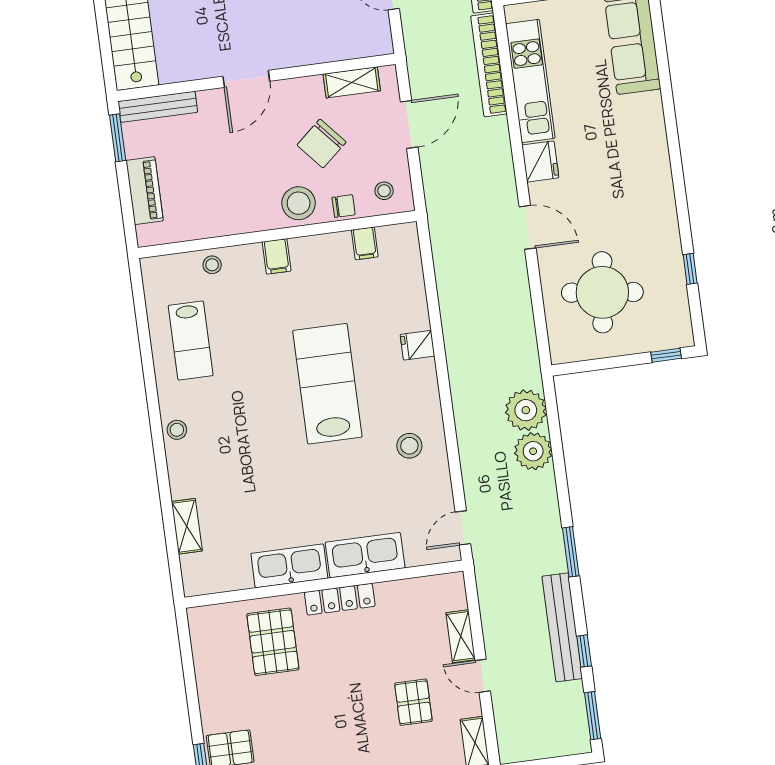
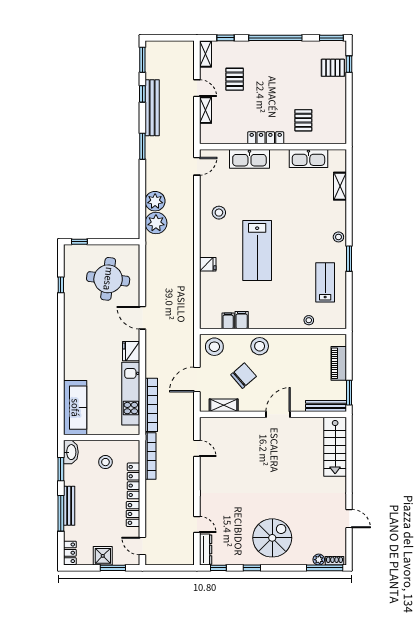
stool: (384, 191) -> (214, 347), width x1.89, depth x1.89
chair: (344, 206) -> (236, 342), removed
filing cabinet: (277, 256) -> (242, 320), moved
window: (151, 392) -> (349, 259), added
kitchen sink: (289, 566) -> (308, 159), moved
pallet: (273, 642) -> (303, 120), width x0.67, depth x0.71

